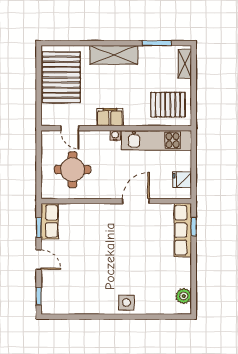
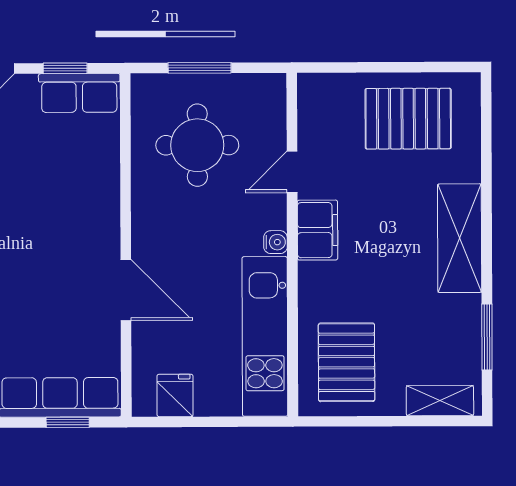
pallet: (61, 77) -> (408, 119), width x0.73, depth x0.71
door: (70, 128) -> (292, 172), moved
window: (39, 169) -> (200, 68), added

